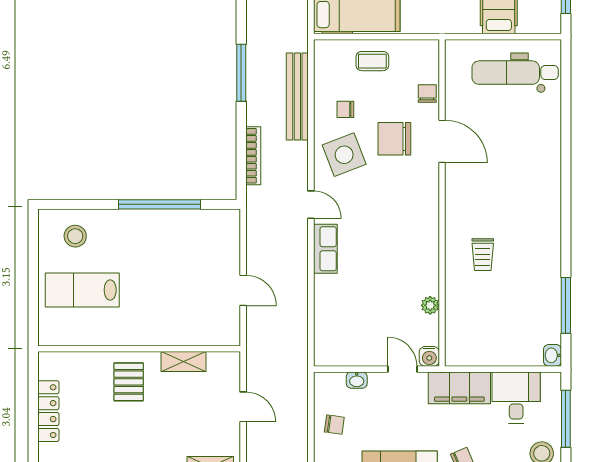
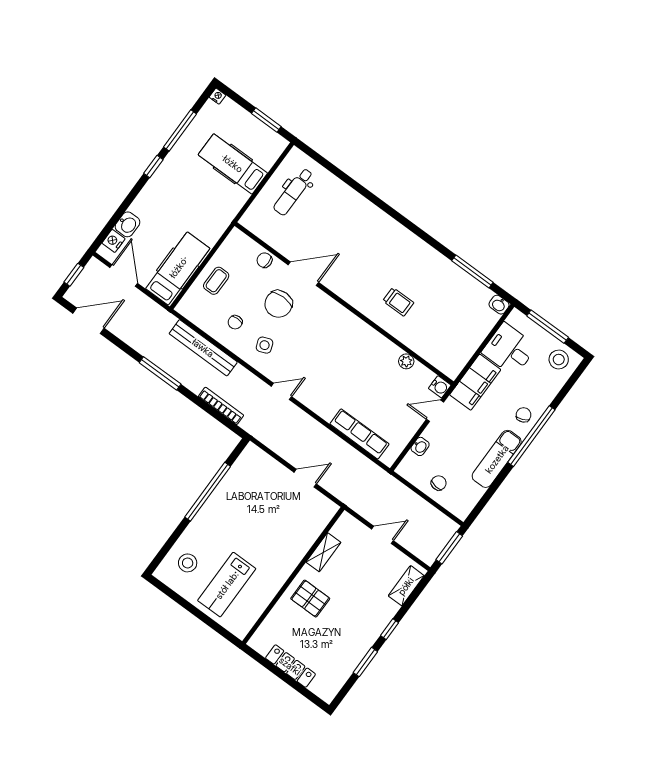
dental chair: (515, 73) -> (293, 192), width x0.73, depth x0.72
side table: (344, 155) -> (265, 345), width x0.54, depth x0.54
row of seats: (325, 249) -> (359, 434), moved, width x1.48

